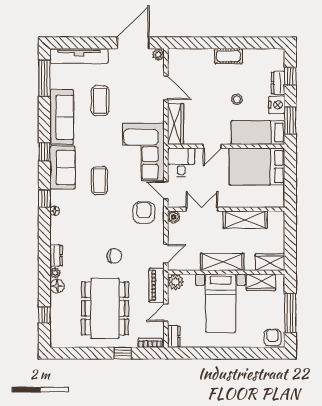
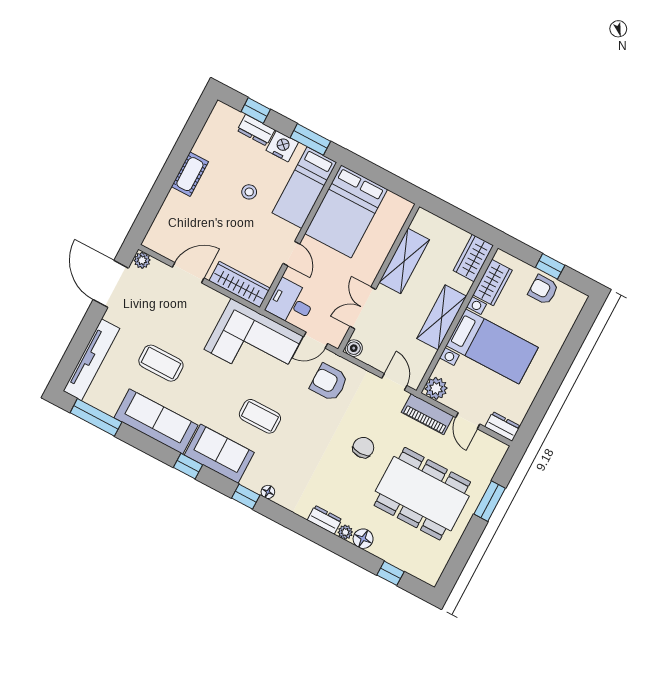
window: (290, 313) -> (550, 266), width x0.46
armchair: (273, 337) -> (543, 290), moved
bookcase: (150, 343) -> (495, 460), removed
window: (123, 353) -> (490, 501), width x1.50

